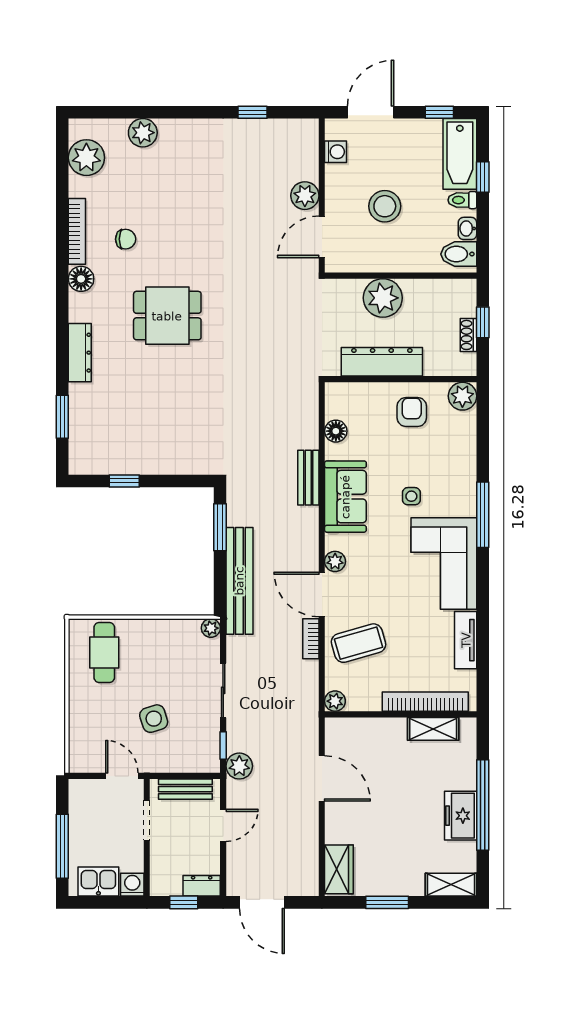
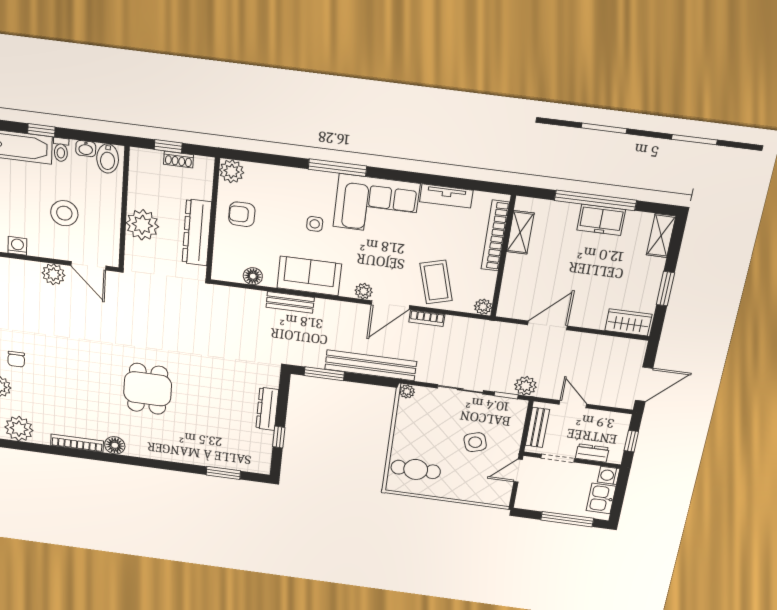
chair: (126, 239) -> (16, 359), moved, turned 180
dresser: (80, 353) -> (267, 409), moved, turned -90
dresser: (202, 886) -> (592, 453), moved, turned 90

